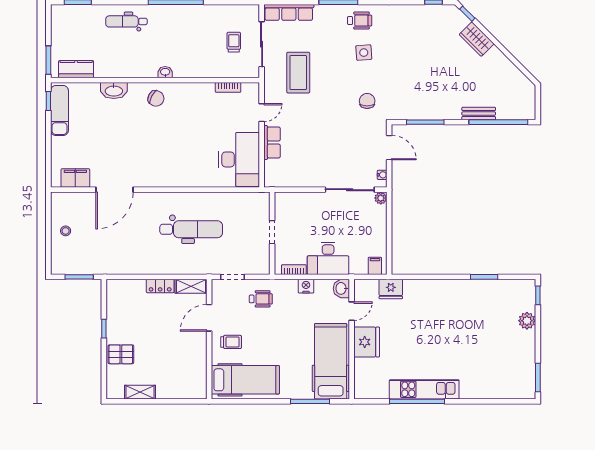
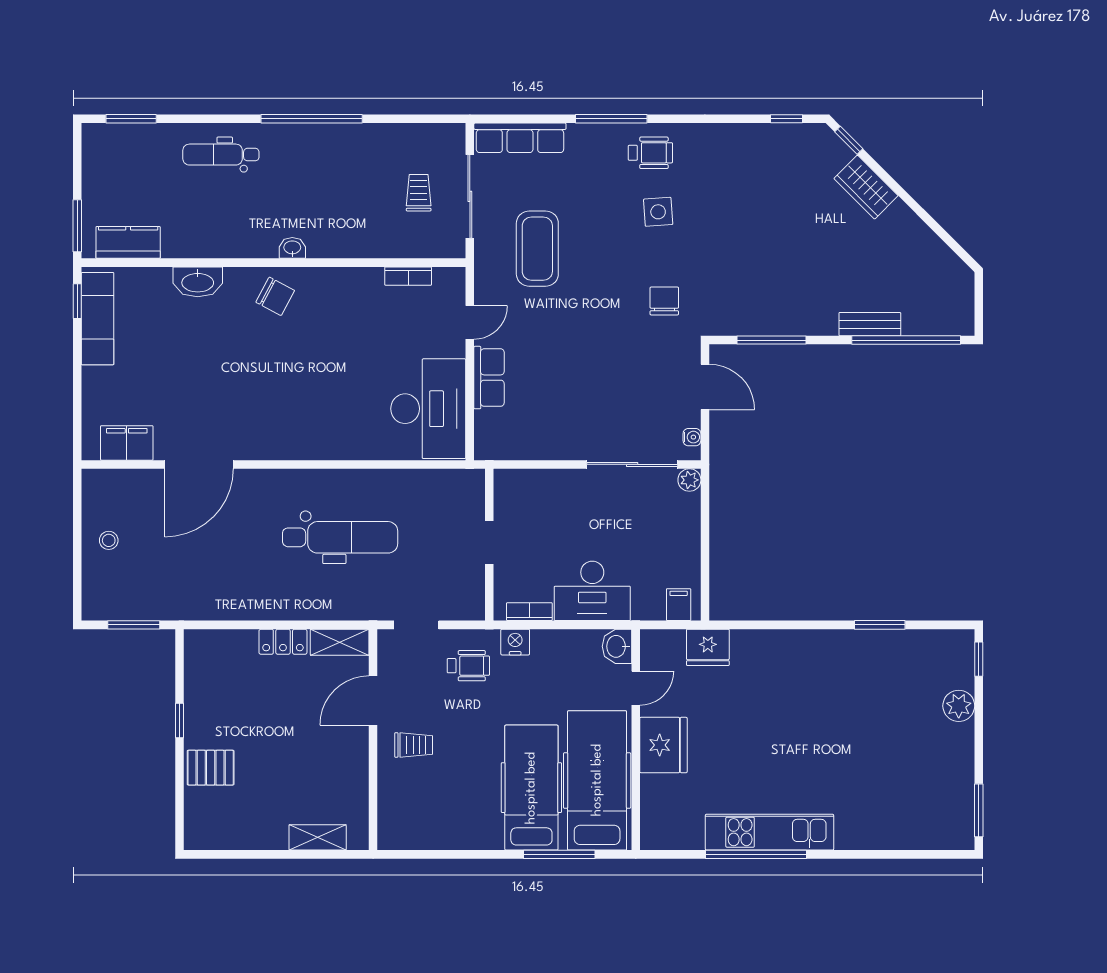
nightstand: (306, 286) -> (515, 642), moved
hospital bed: (245, 380) -> (531, 788), moved, turned -90
shelving: (140, 392) -> (318, 837), moved

